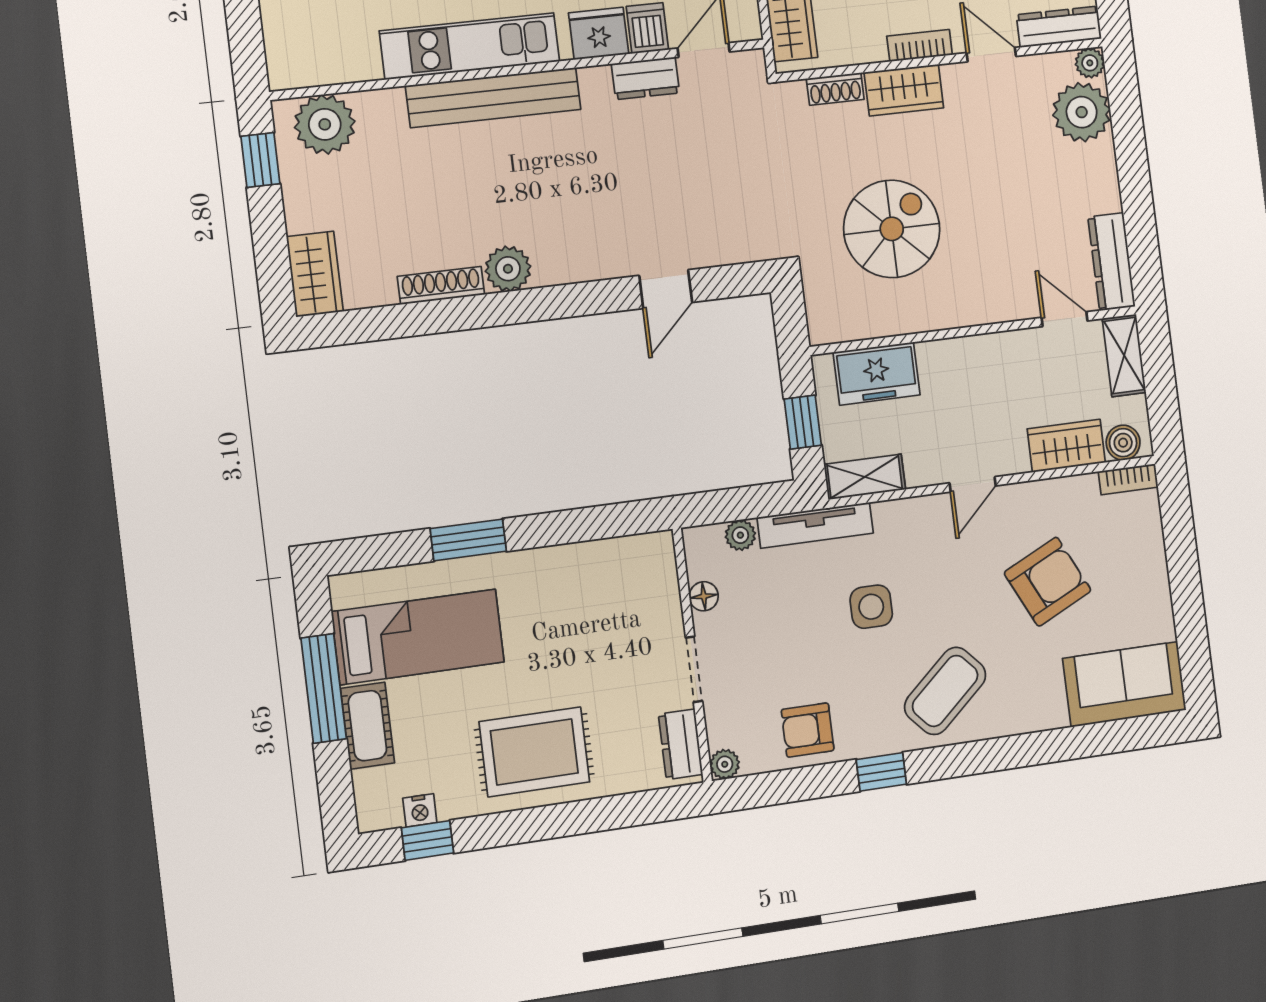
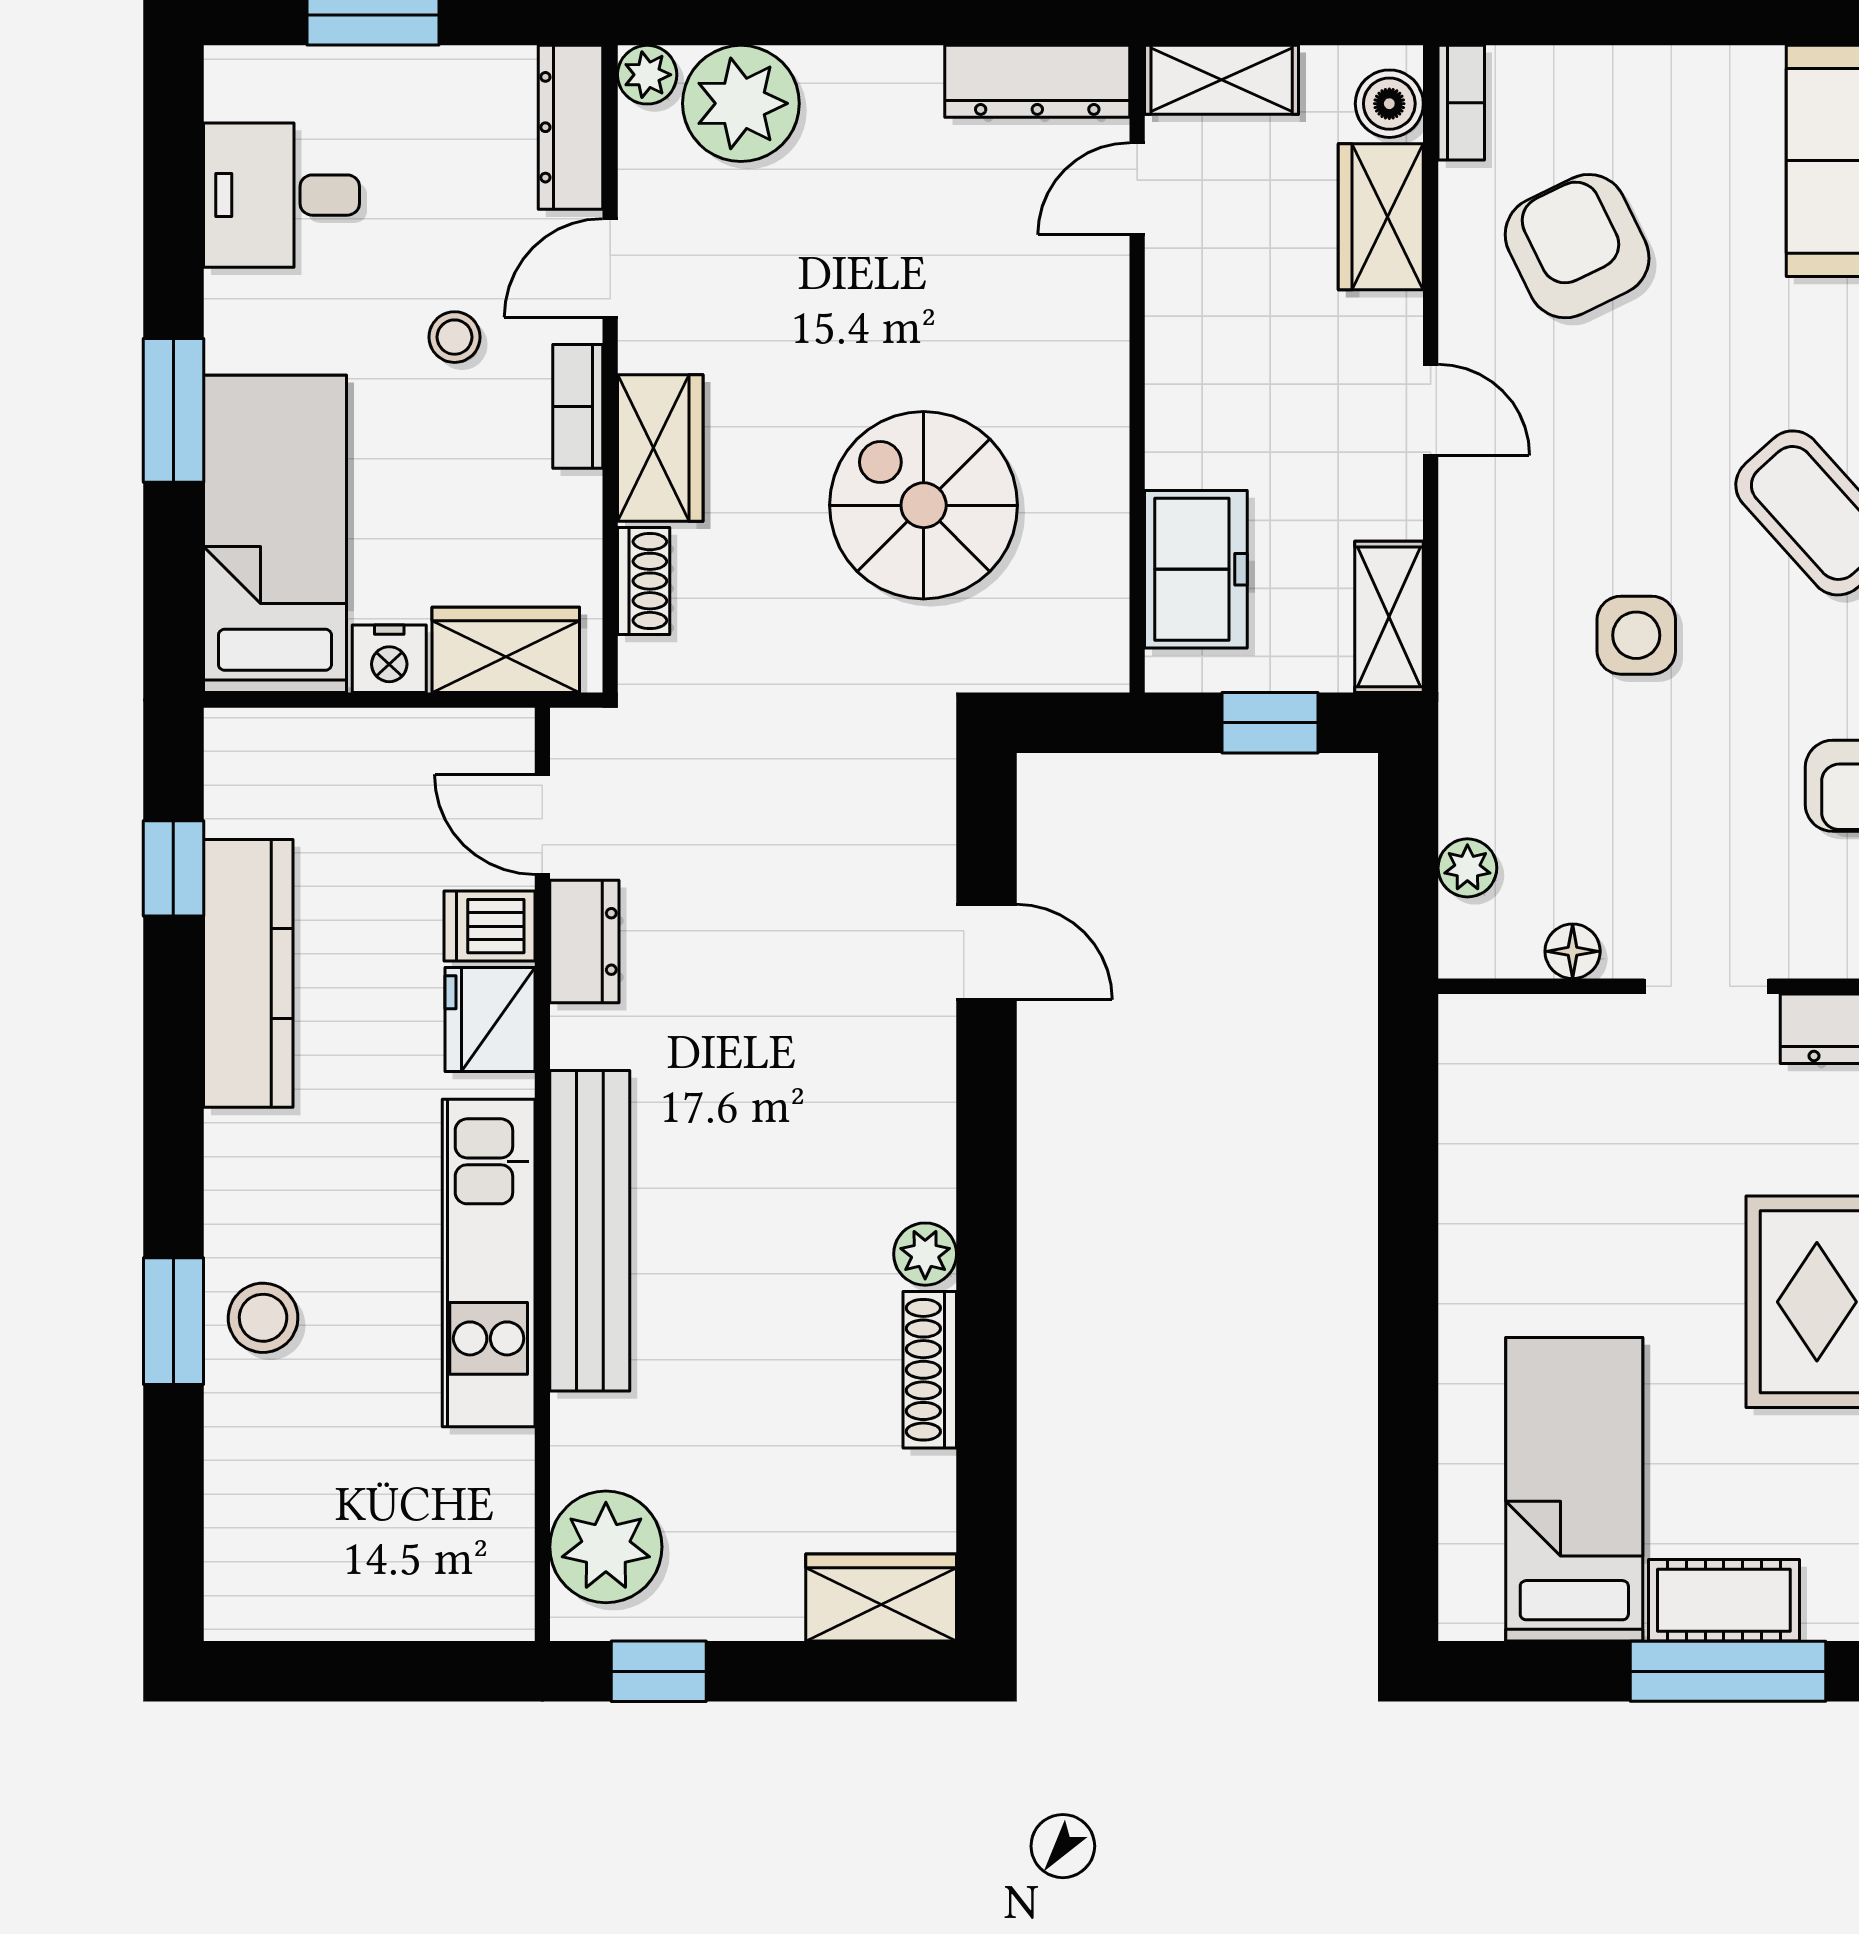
plant: (508, 269) -> (925, 1254), width x0.73, depth x0.73
tv unit: (815, 525) -> (1468, 723), removed
window: (468, 540) -> (1408, 1376), removed
armchair: (1048, 582) -> (1577, 246), moved
window: (324, 688) -> (1728, 1671), moved

